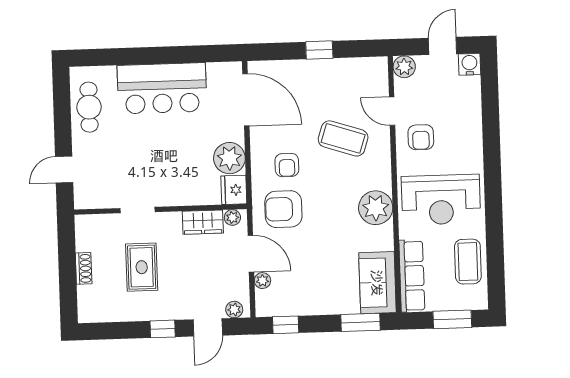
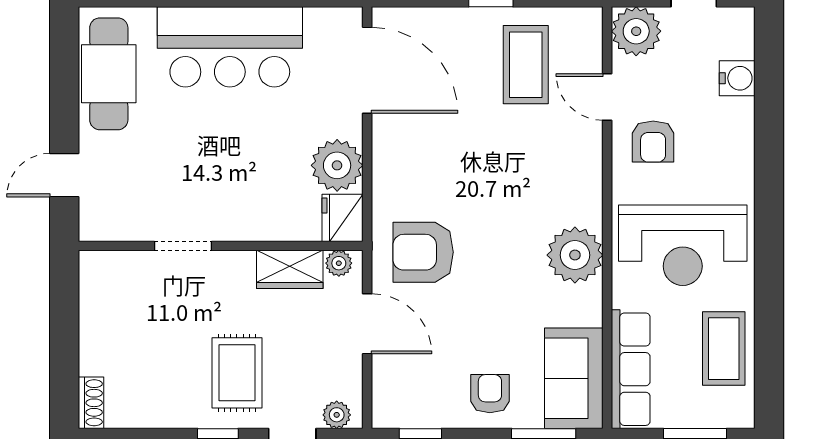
water cooler: (469, 64) -> (737, 78), moved, turned 90
plant: (404, 67) -> (636, 31), width x1.36, depth x1.36
cafe table: (89, 107) -> (109, 74), width x1.37, depth x1.35
coffee table: (343, 138) -> (526, 65), moved, turned 72
armchair: (287, 165) -> (490, 394), moved, turned 180
rug: (142, 267) -> (237, 373), moved
shoe rack: (84, 268) -> (91, 403), moved
plant: (262, 281) -> (385, 369), removed

